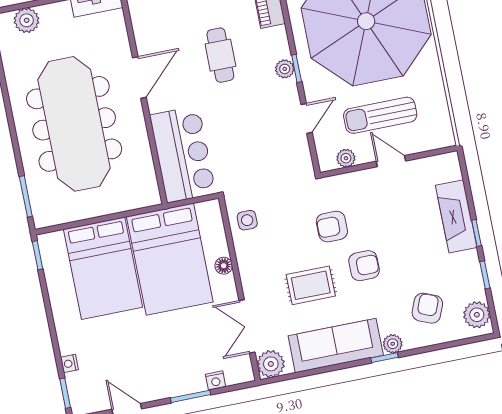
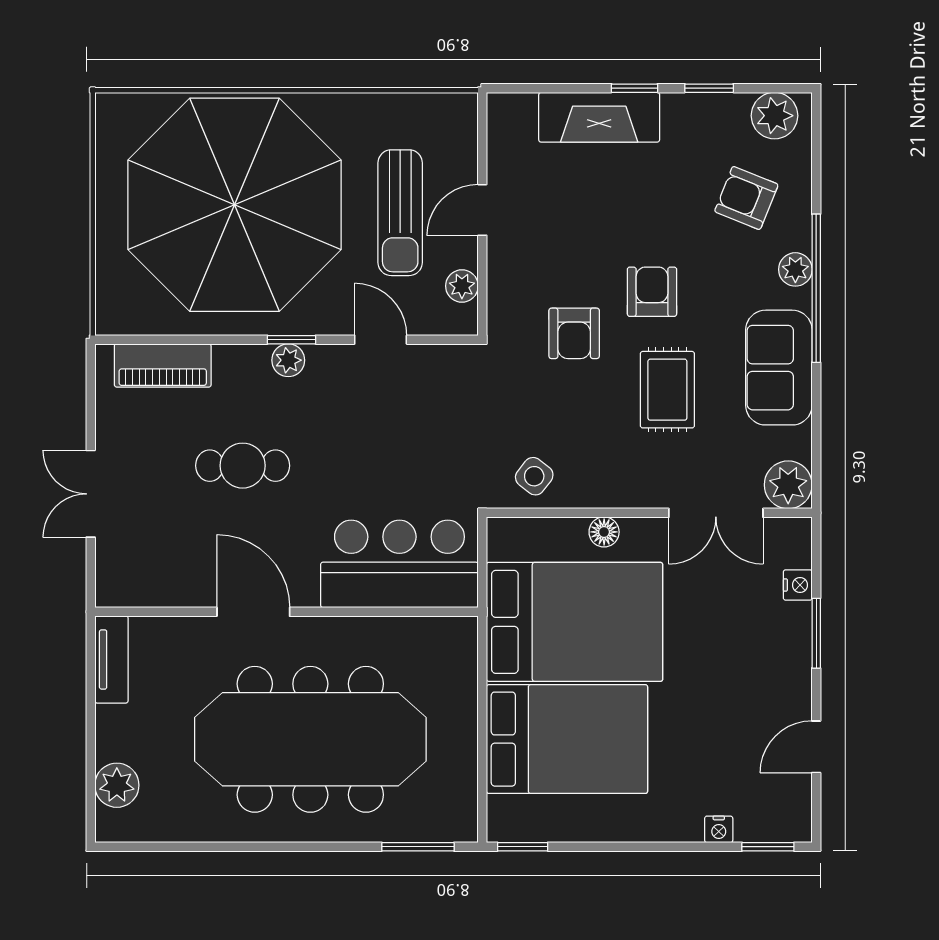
side table: (247, 220) -> (534, 476), turned 38
sofa: (336, 345) -> (779, 368), width x0.73
window: (384, 358) -> (816, 288), width x3.17

